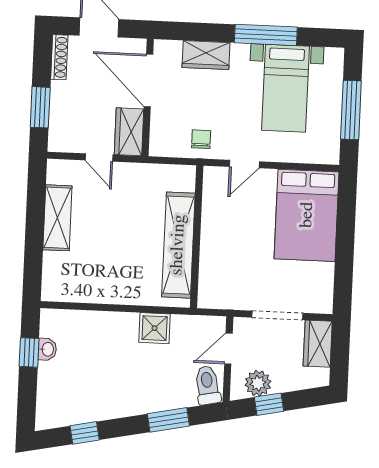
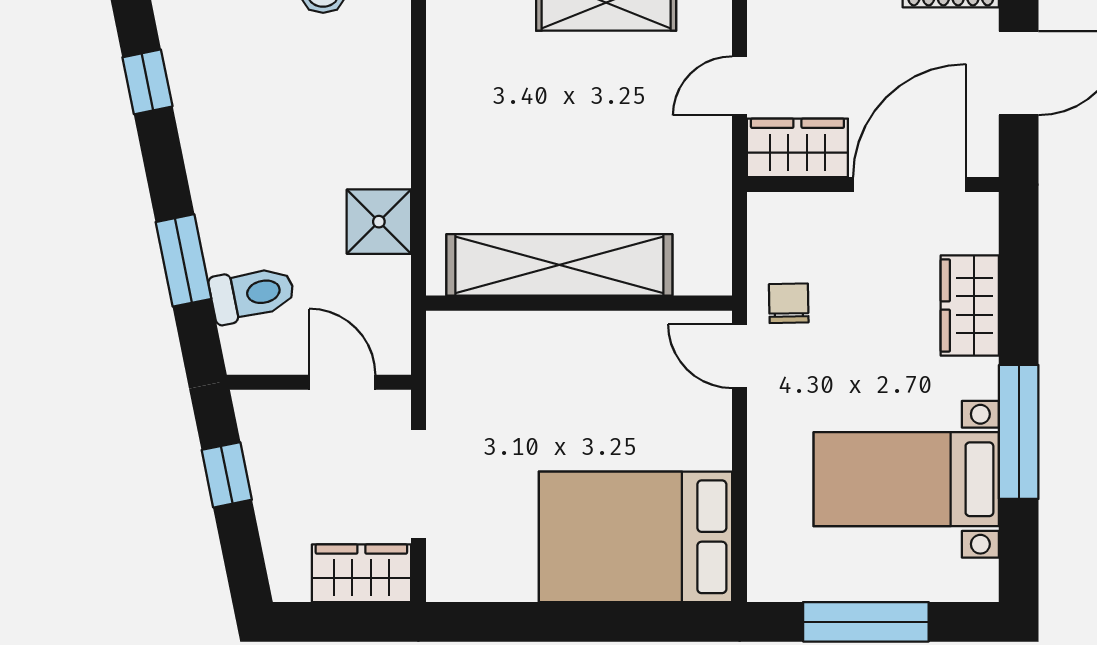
chair: (201, 139) -> (789, 303), turned -91
door: (244, 164) -> (740, 356), moved
plant: (258, 383) -> (271, 449), removed
toilet: (208, 385) -> (252, 294), moved

